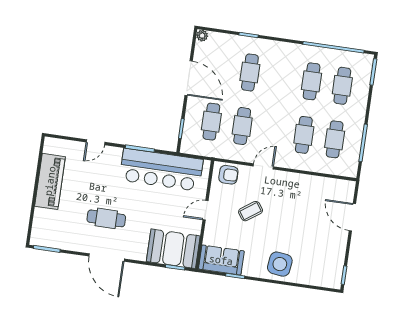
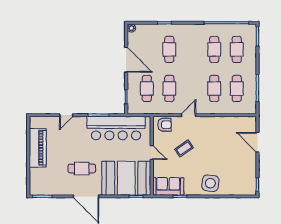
door: (205, 210) -> (152, 152), swing flipped
booth: (173, 249) -> (126, 178), width x1.36, depth x1.42

